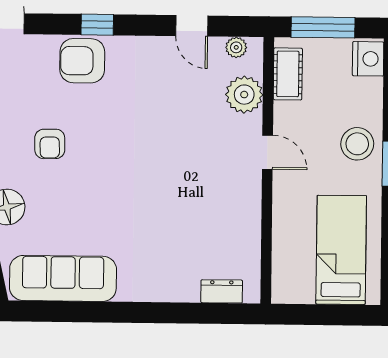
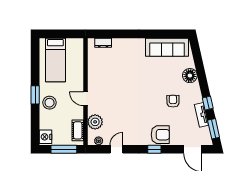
door: (192, 26) -> (116, 149), hinge flipped

